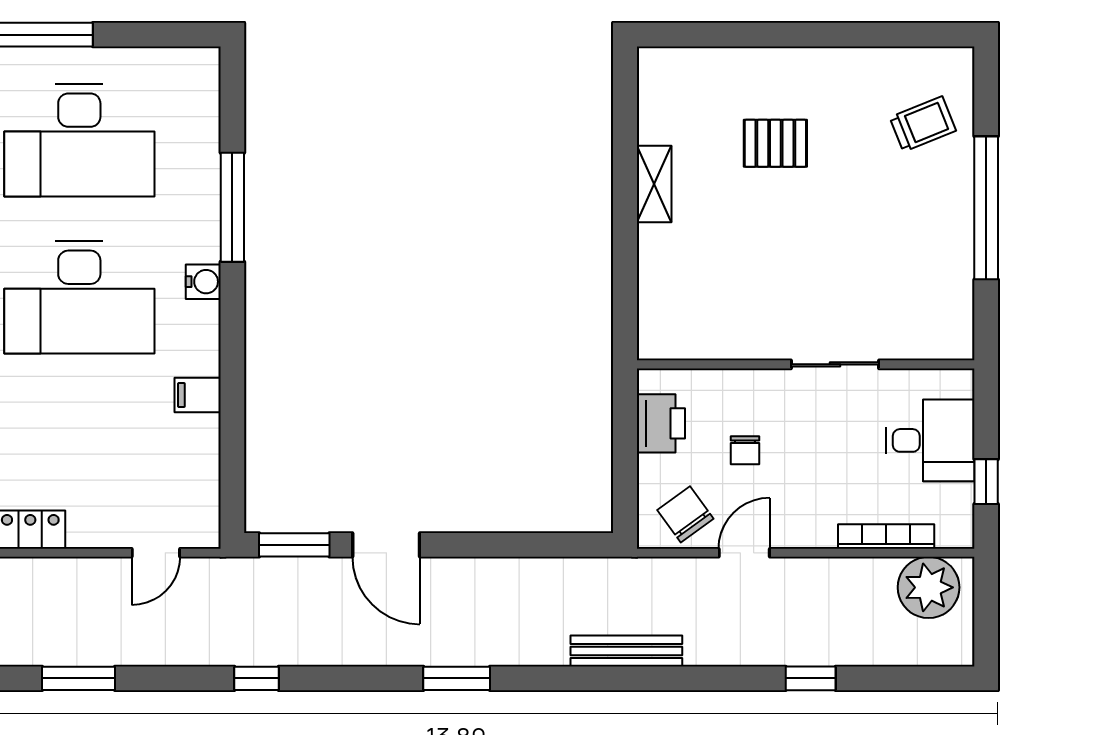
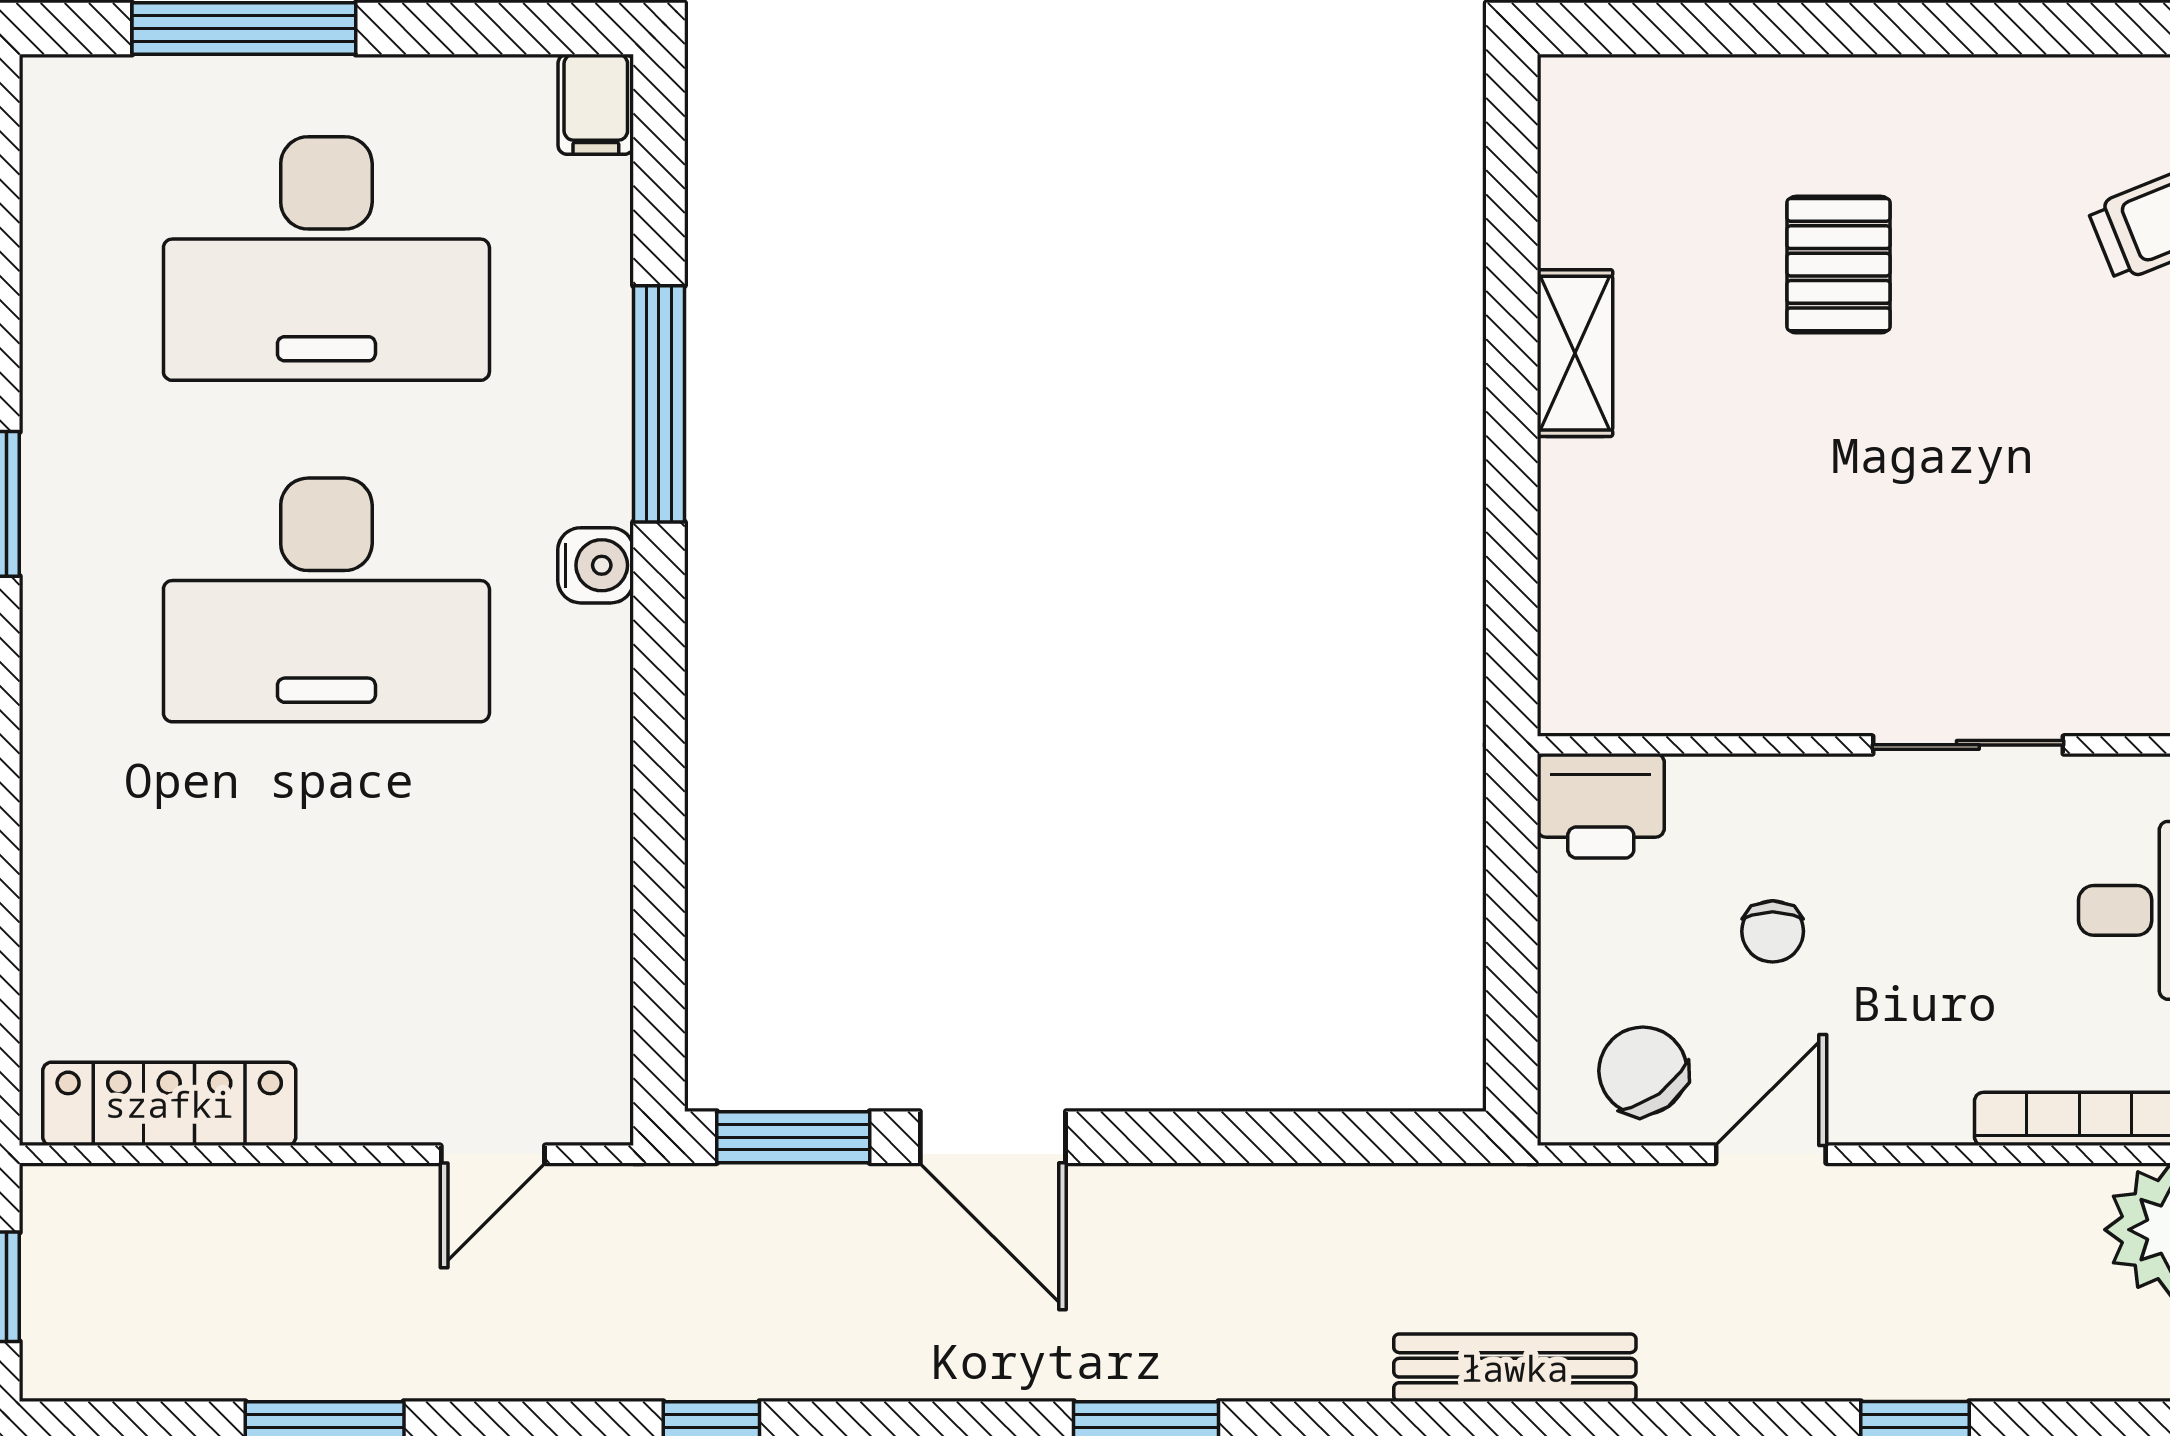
pallet: (775, 143) -> (1839, 265), turned 90
filing cabinet: (198, 395) -> (596, 104), moved, turned -90
printer: (661, 423) -> (1601, 806), moved, turned 90

